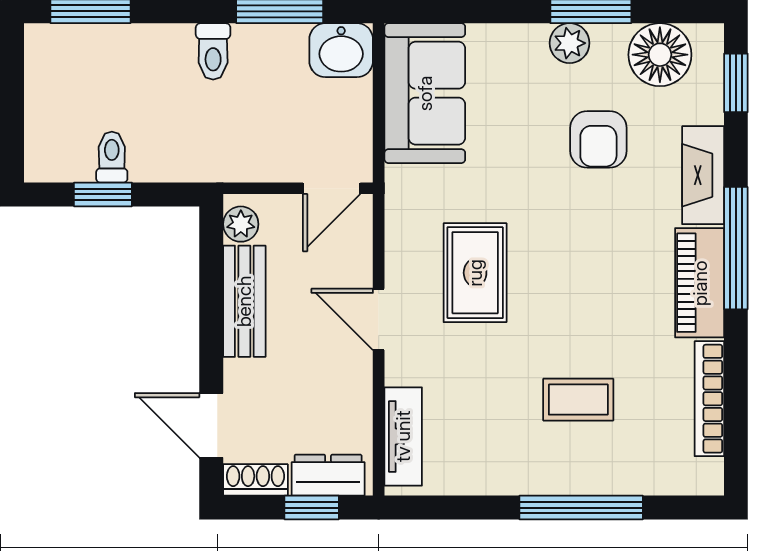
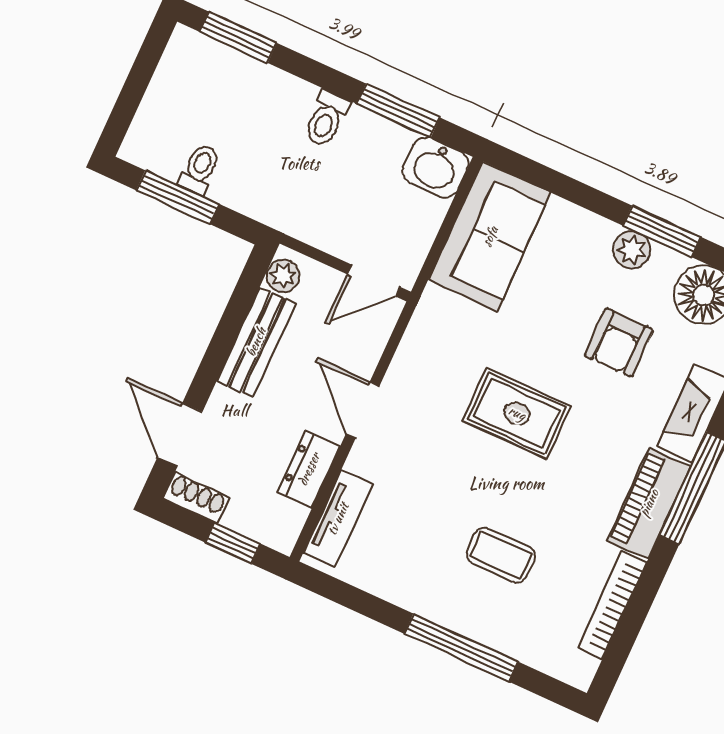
window: (103, 194) -> (178, 197), width x1.50
rug: (475, 273) -> (517, 413), moved, turned 90
dresser: (328, 475) -> (309, 469), moved, turned -90

